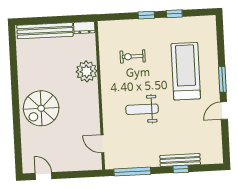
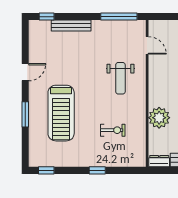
window: (174, 14) -> (46, 170), moved
window: (222, 79) -> (25, 114), moved
weight bench: (142, 109) -> (120, 78), moved, turned 90
window: (181, 169) -> (47, 17), moved

